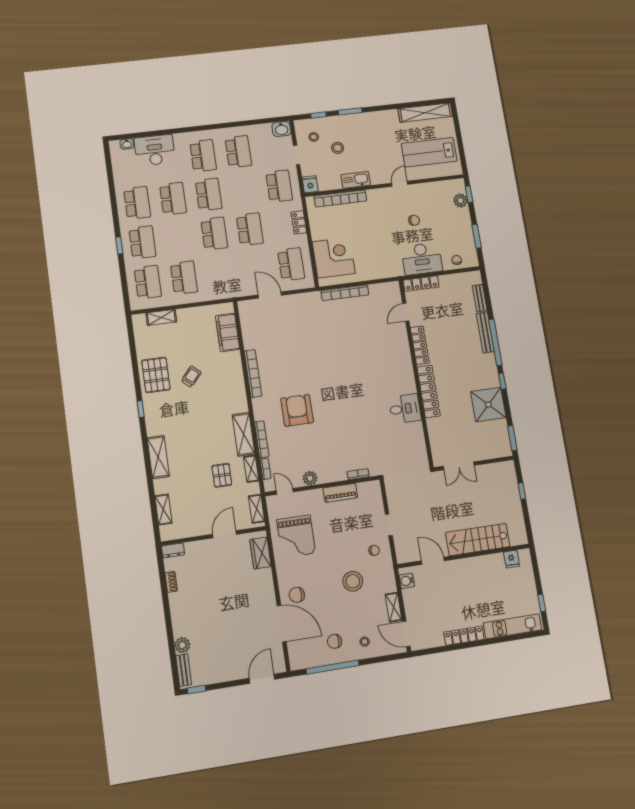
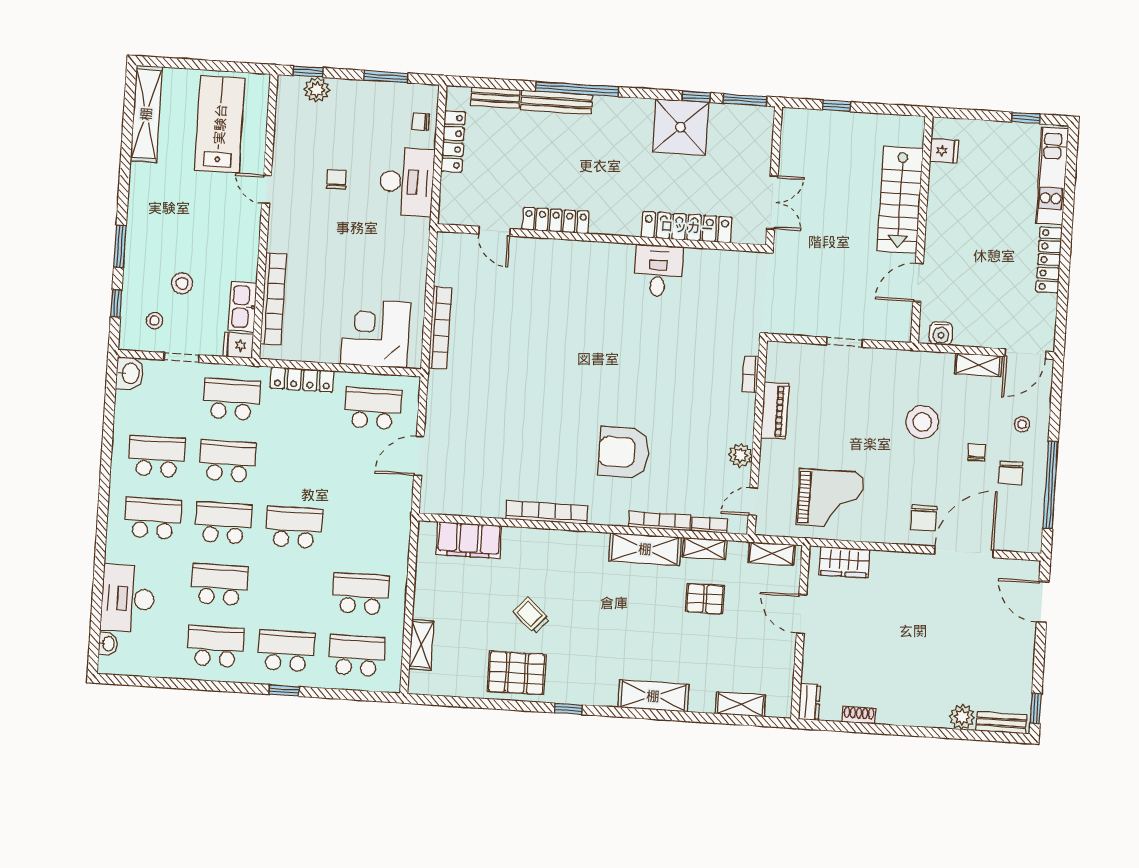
lab bench: (429, 152) -> (220, 124), turned 180
kitchen sink: (356, 180) -> (242, 307), moved
locker: (299, 222) -> (302, 379), width x1.53
school desk: (250, 229) -> (227, 461), moved
locker: (421, 284) -> (453, 141), moved
window: (502, 381) -> (696, 97), moved
locker: (429, 391) -> (687, 227), moved
chair: (374, 550) -> (976, 452), moved

